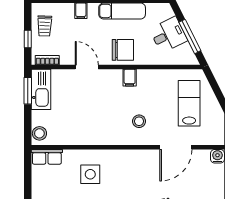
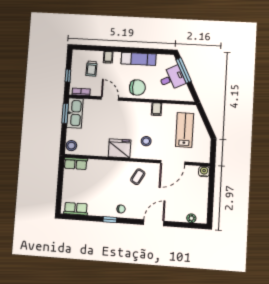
trolley: (45, 26) -> (91, 69), moved
window: (190, 36) -> (184, 70), moved
filing cabinet: (130, 78) -> (157, 109), moved
fridge: (104, 133) -> (120, 148), added
coffee table: (131, 169) -> (138, 177), added
side table: (90, 174) -> (107, 179), removed

